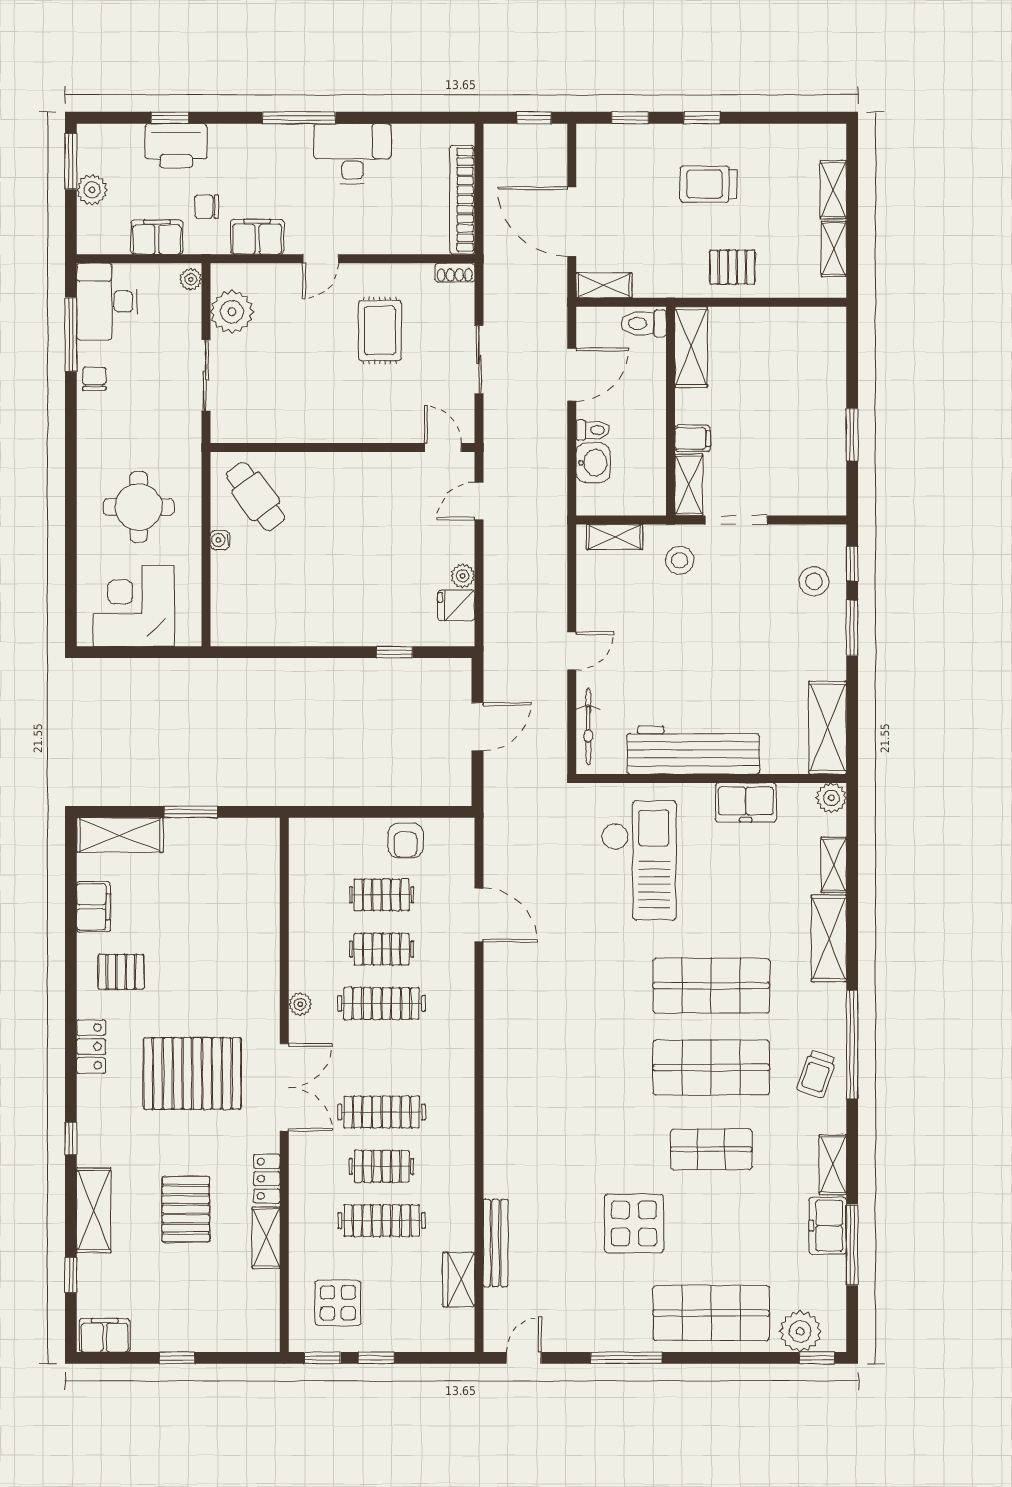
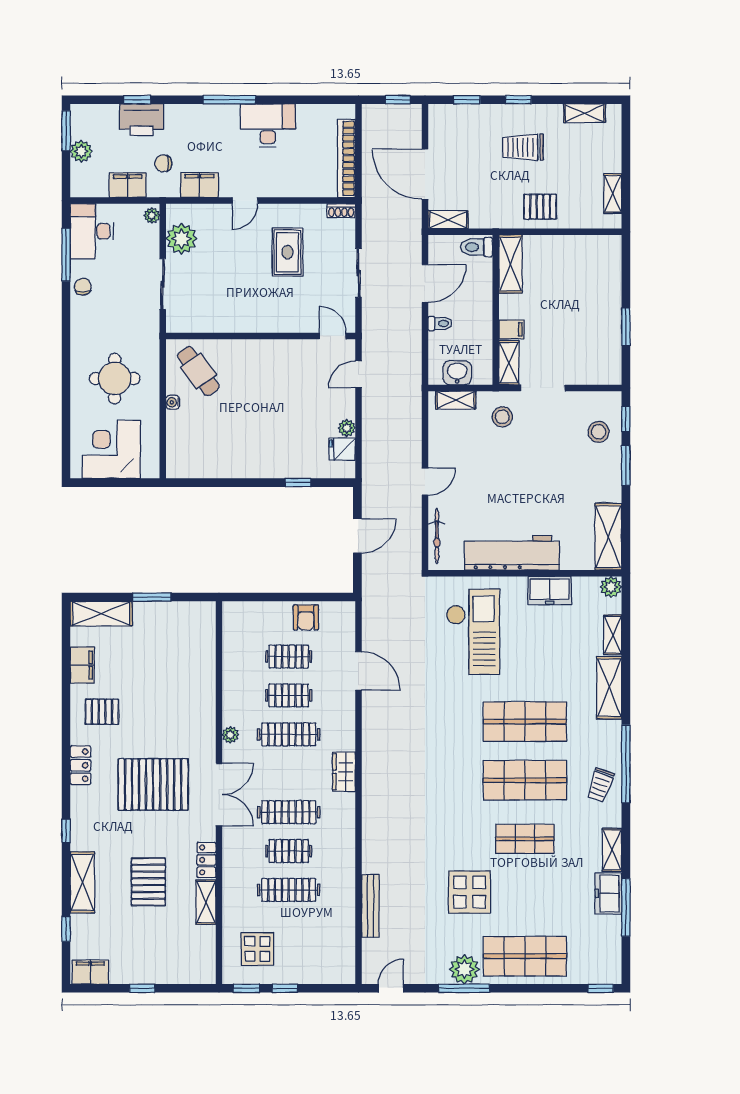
shelving: (833, 190) -> (585, 113), moved, turned 90
washbasin: (593, 463) -> (457, 373), moved, turned -90
wardrobe: (459, 1280) -> (344, 772), moved
plant: (800, 1331) -> (464, 969), moved

